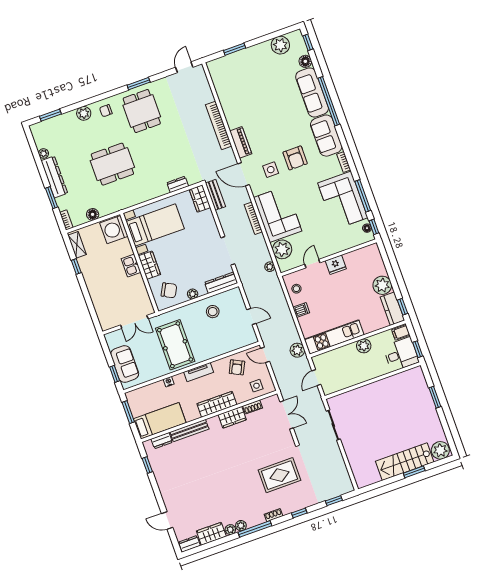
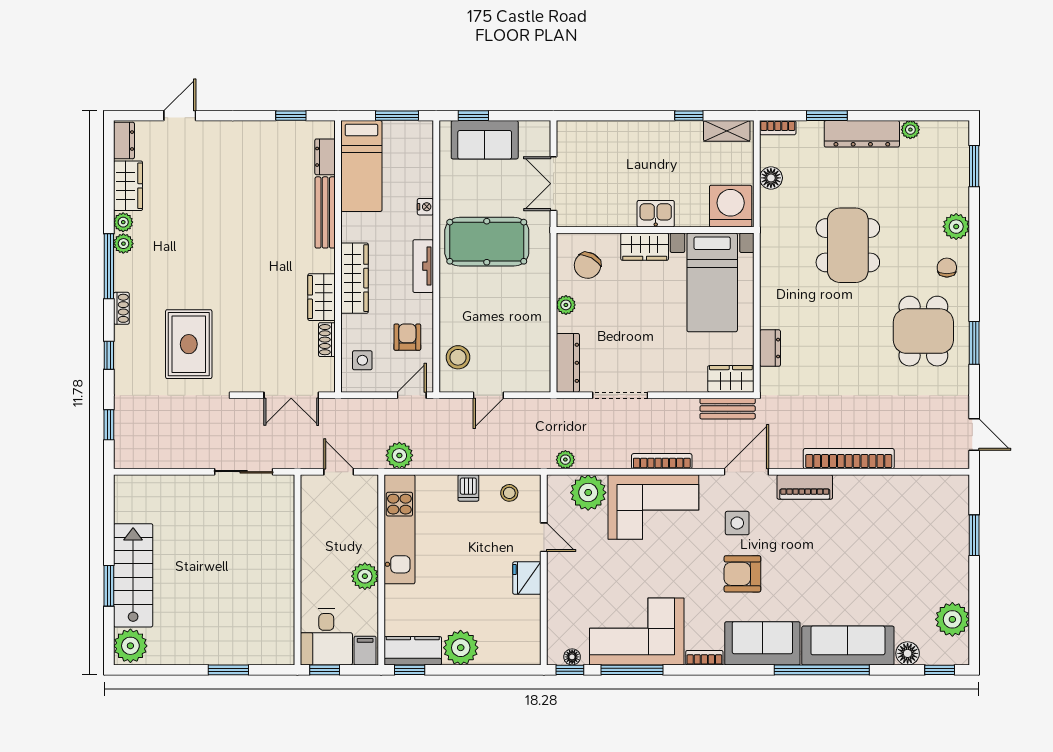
dining table: (142, 111) -> (923, 331), turned 90
stool: (213, 312) -> (458, 357), moved
armchair: (237, 367) -> (407, 337), turned 64

